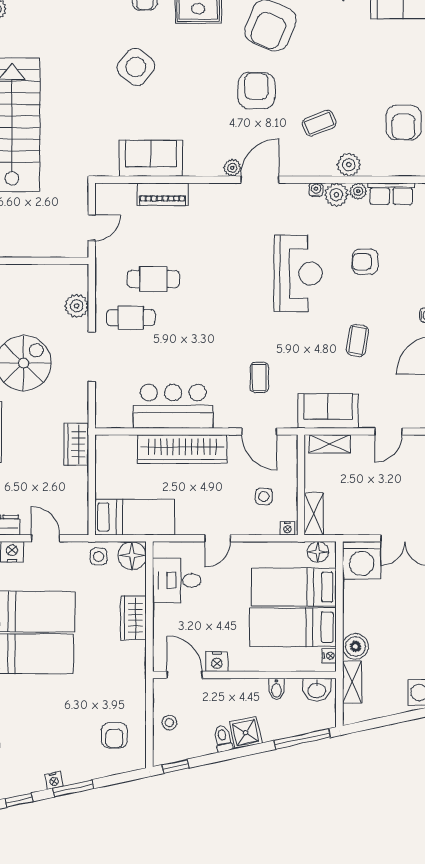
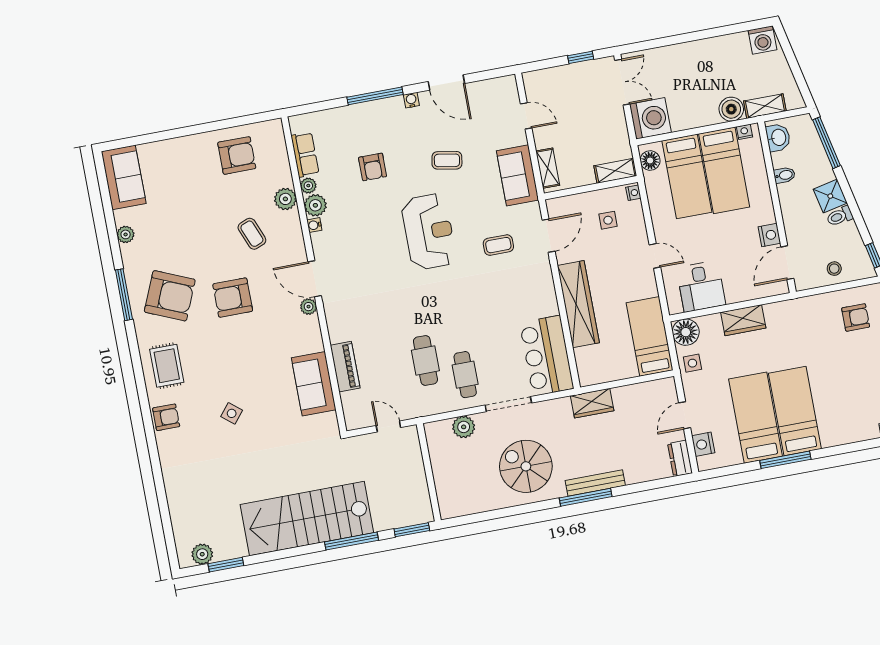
side table: (136, 67) -> (232, 413), width x0.54, depth x0.54
reception desk: (298, 273) -> (429, 232), moved, turned 90
bar counter: (173, 406) -> (547, 356), moved

